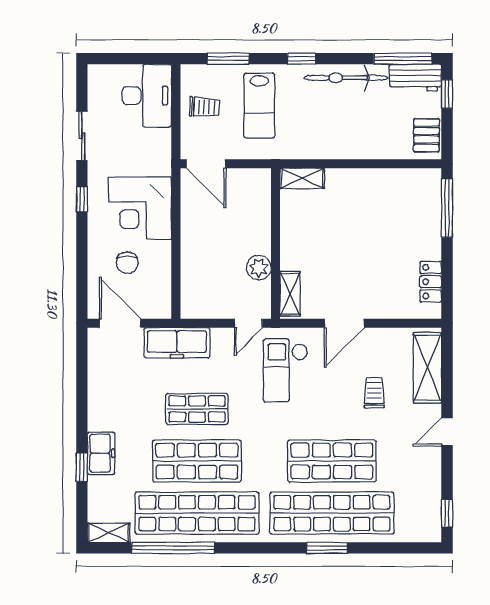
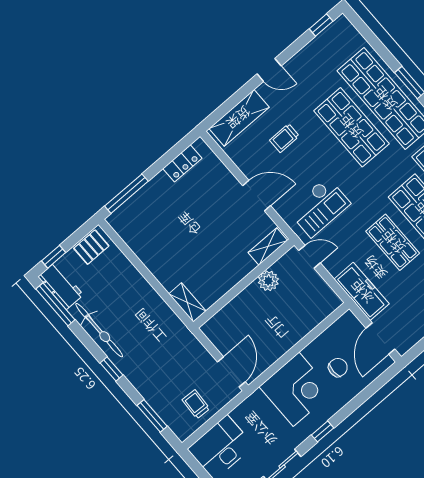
lab bench: (259, 106) -> (165, 370), removed

